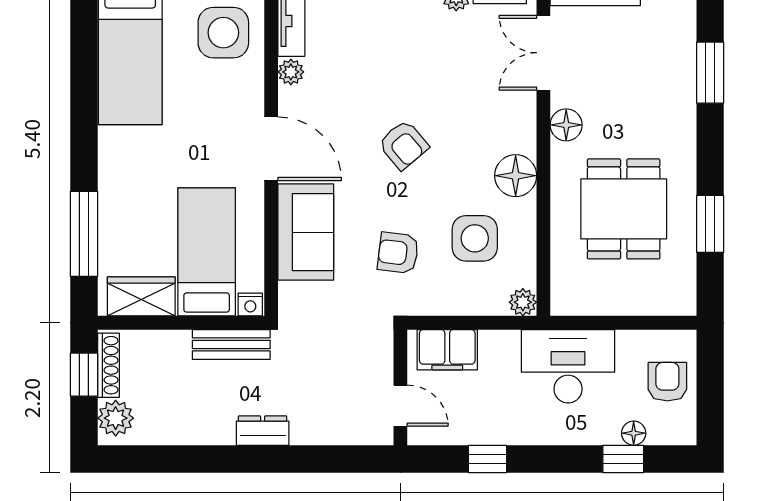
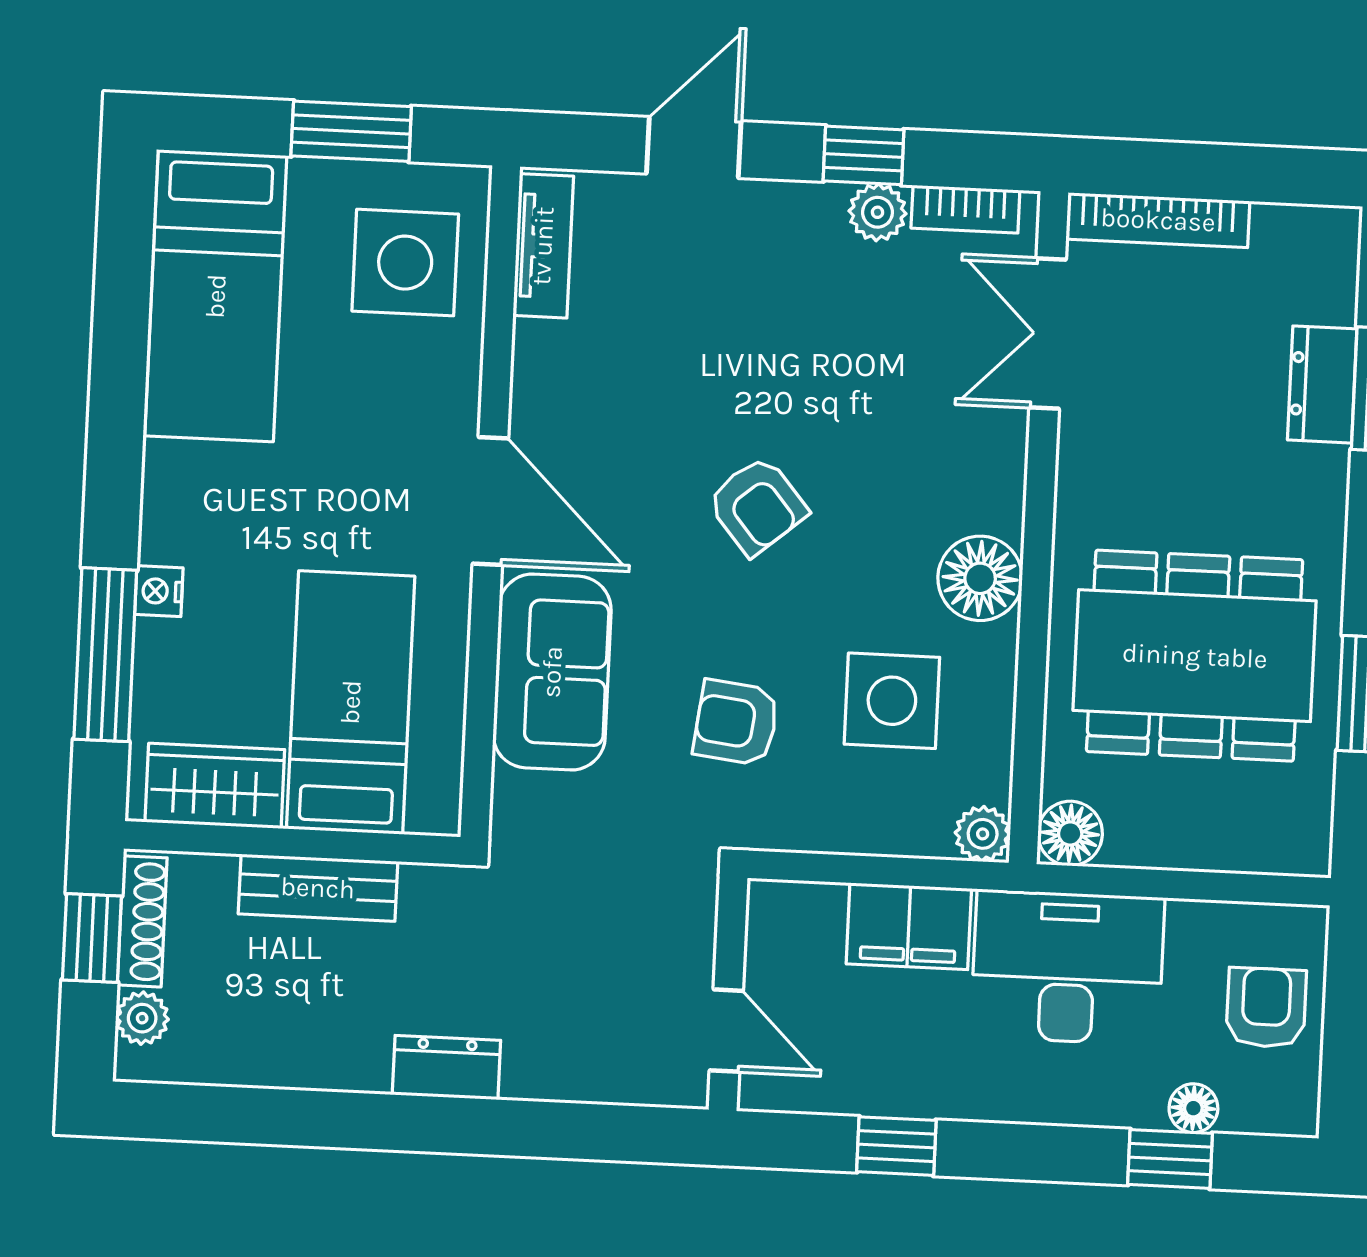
plant: (291, 72) -> (537, 348), removed
dresser: (681, 72) -> (1322, 384), added
floor lamp: (566, 125) -> (1070, 833), moved
dining table: (624, 209) -> (1195, 656), width x1.38
nightstand: (250, 305) -> (159, 591), moved, turned 90
bench: (231, 344) -> (318, 888), moved
filing cabinet: (447, 350) -> (909, 926), moved
plant: (116, 418) -> (142, 1018), width x0.73, depth x0.73

